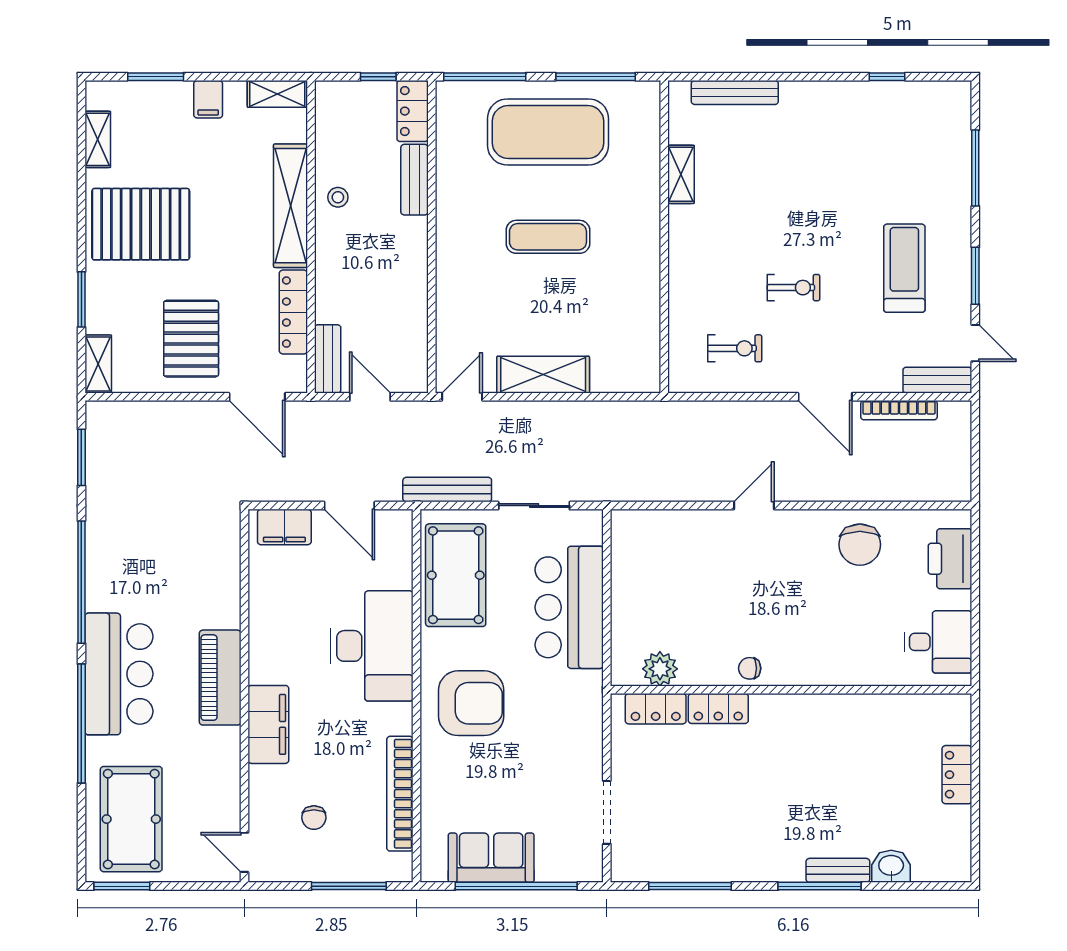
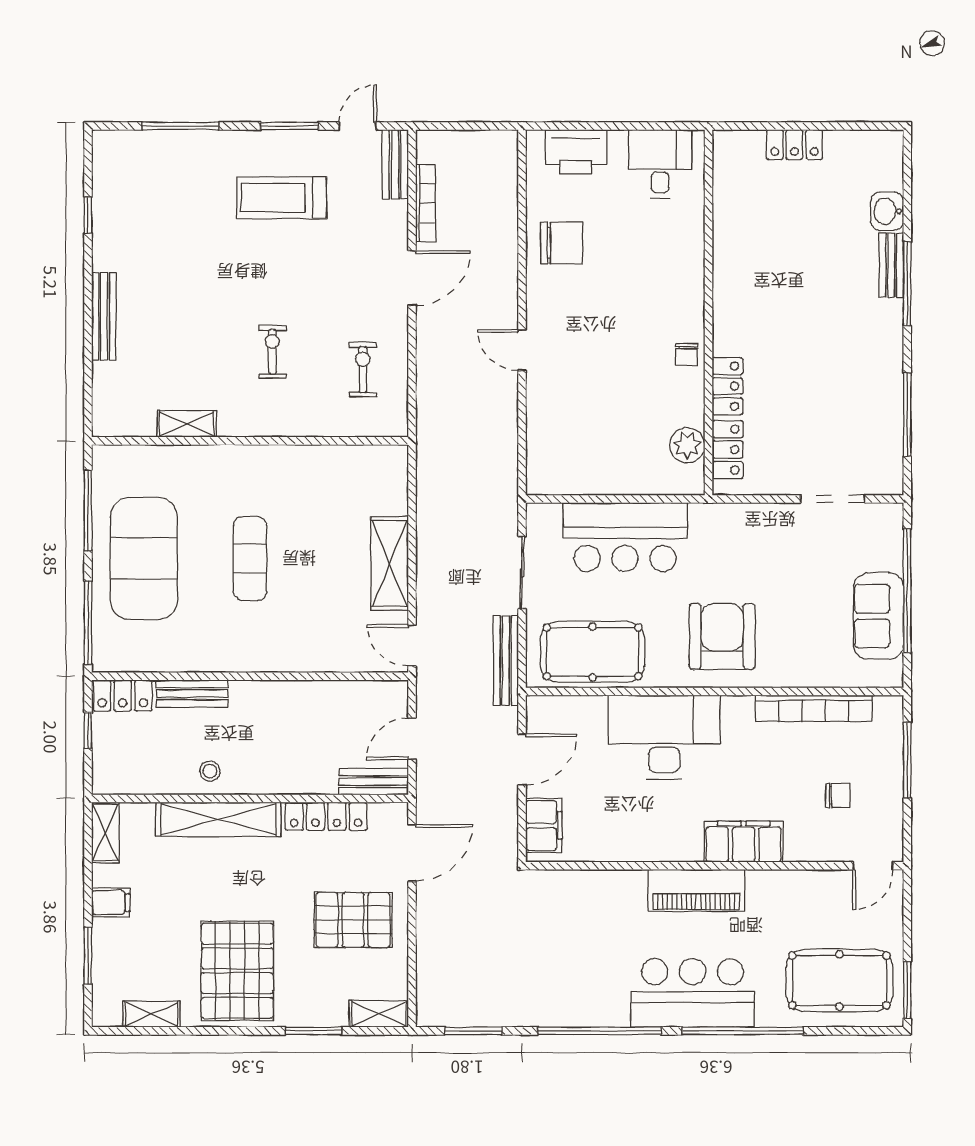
bench: (735, 92) -> (104, 317), moved
exercise bike: (793, 288) -> (272, 352), moved

